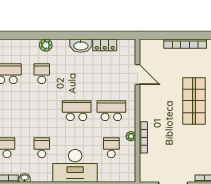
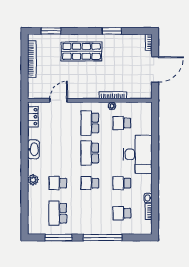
locker: (105, 45) -> (33, 117), moved
school desk: (42, 111) -> (90, 183), added

